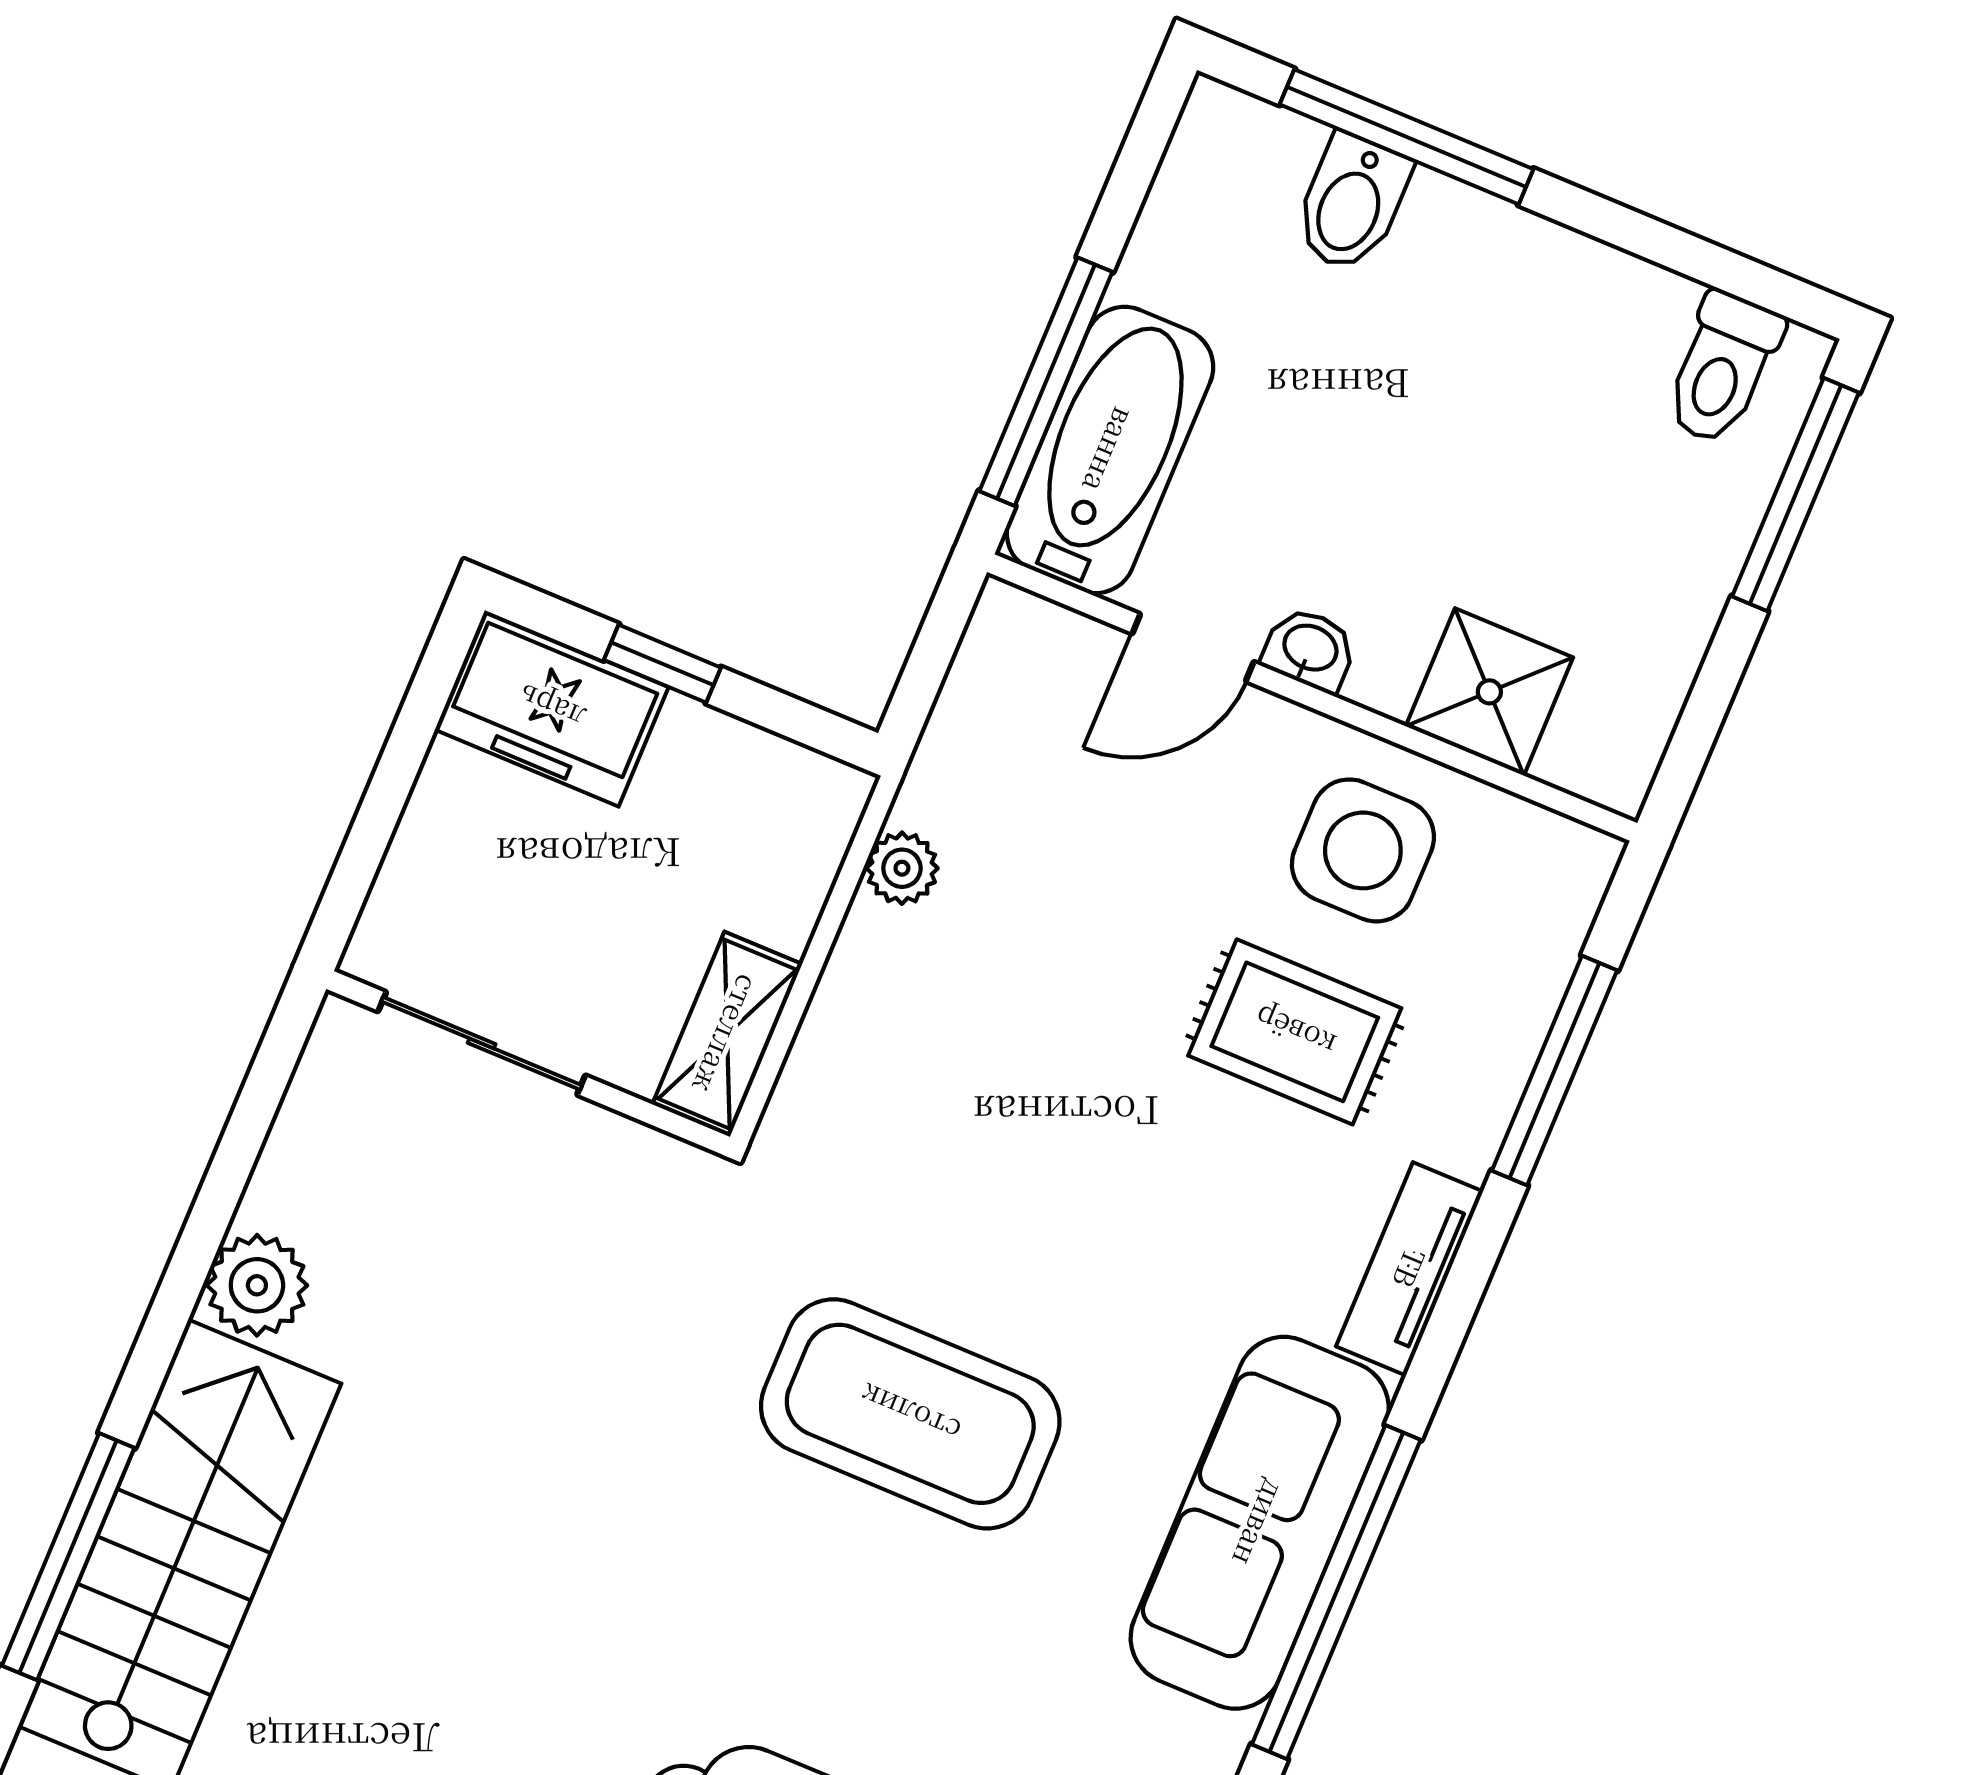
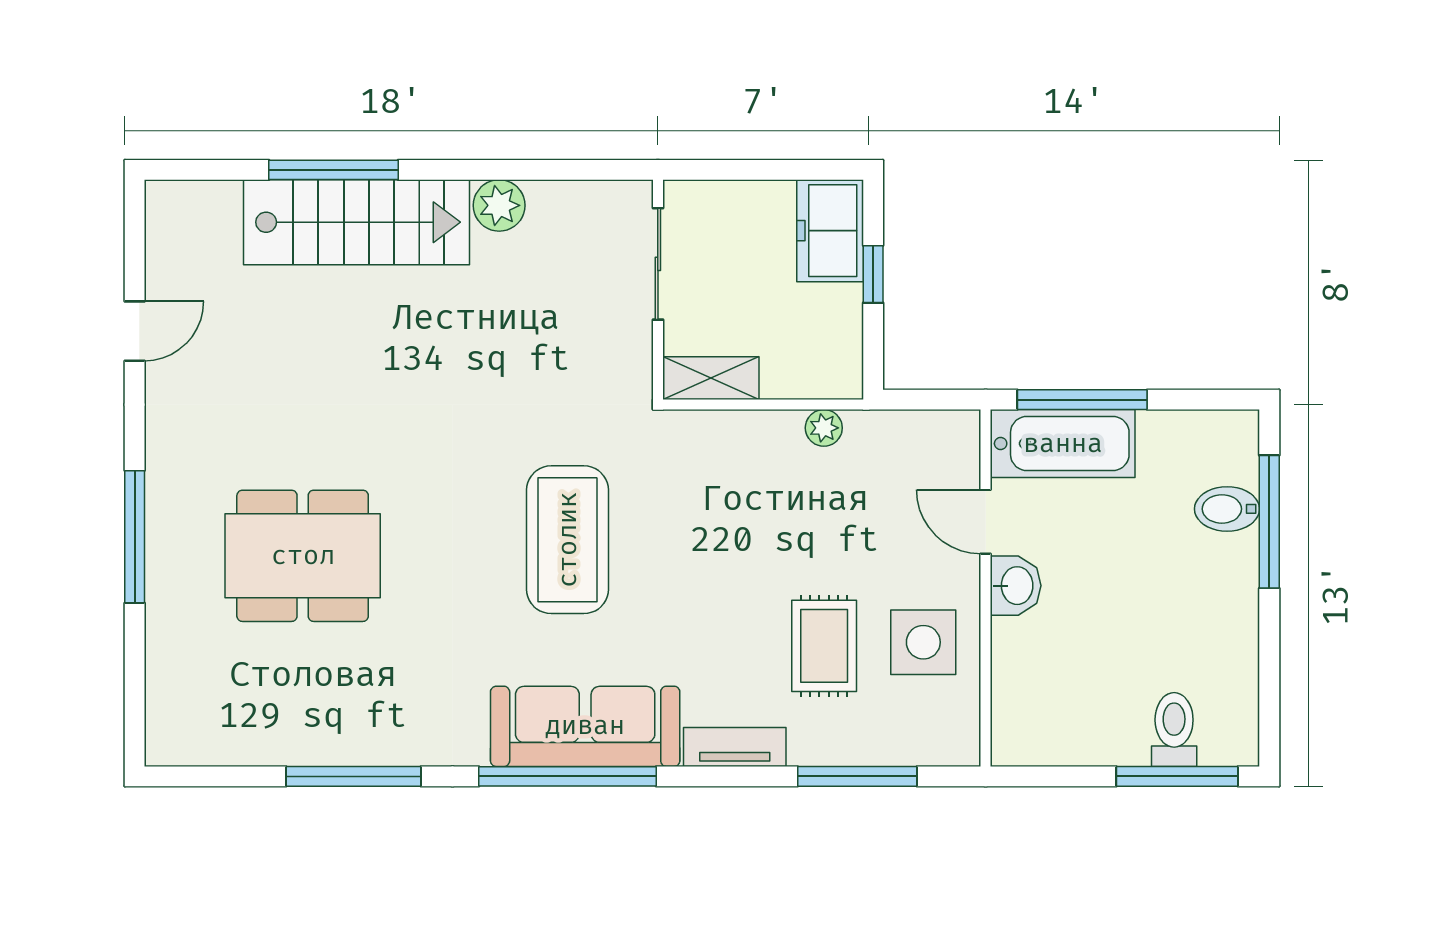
toilet: (1723, 368) -> (1174, 730), moved, turned 90
washbasin: (1310, 649) -> (1016, 586), width x1.38, depth x1.45
shower: (1489, 692) -> (1023, 671), removed

